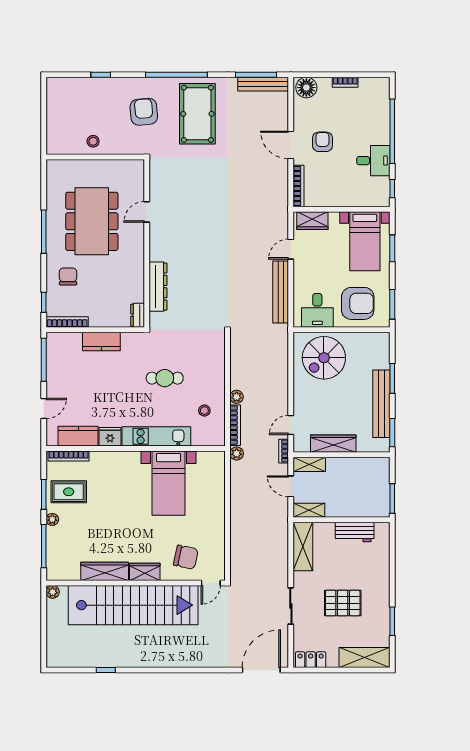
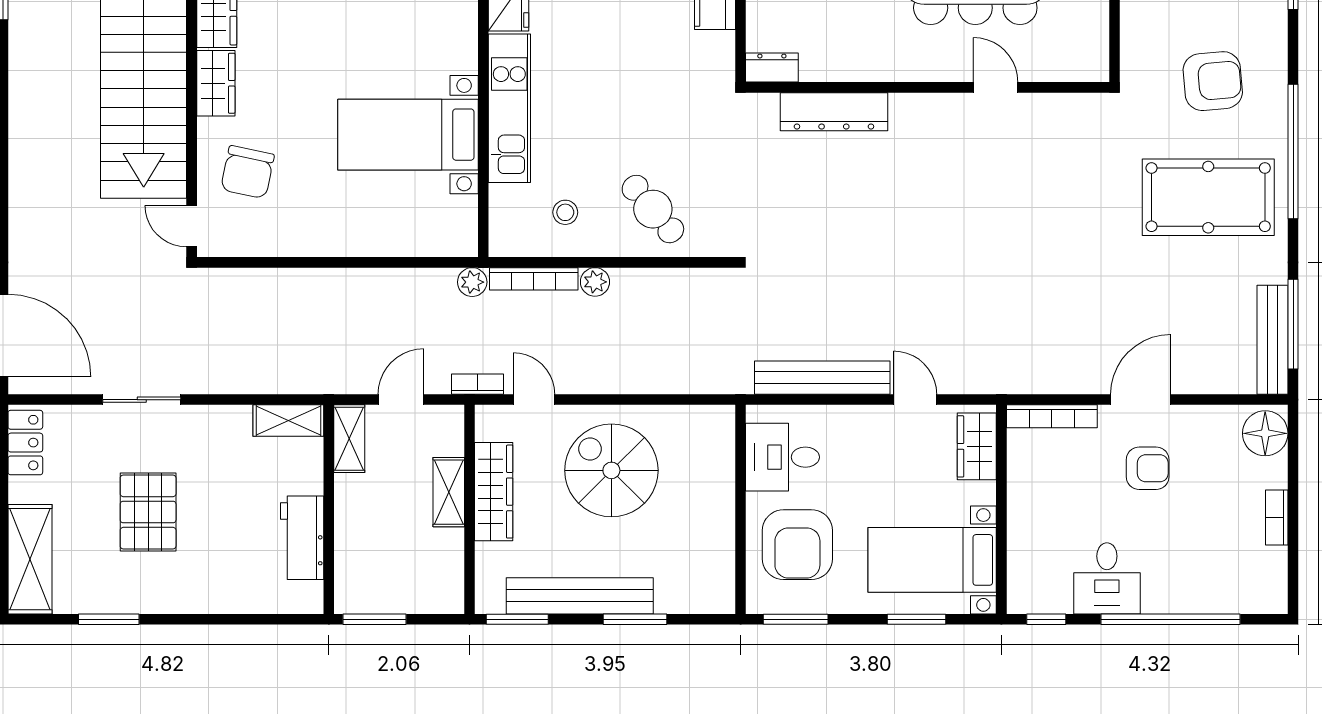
spiral stairs: (324, 358) -> (611, 470), moved
cafe table: (165, 378) -> (653, 209), moved, turned -40
shelving: (309, 464) -> (449, 492), moved
shelving: (303, 546) -> (288, 421), width x0.67, depth x0.75

